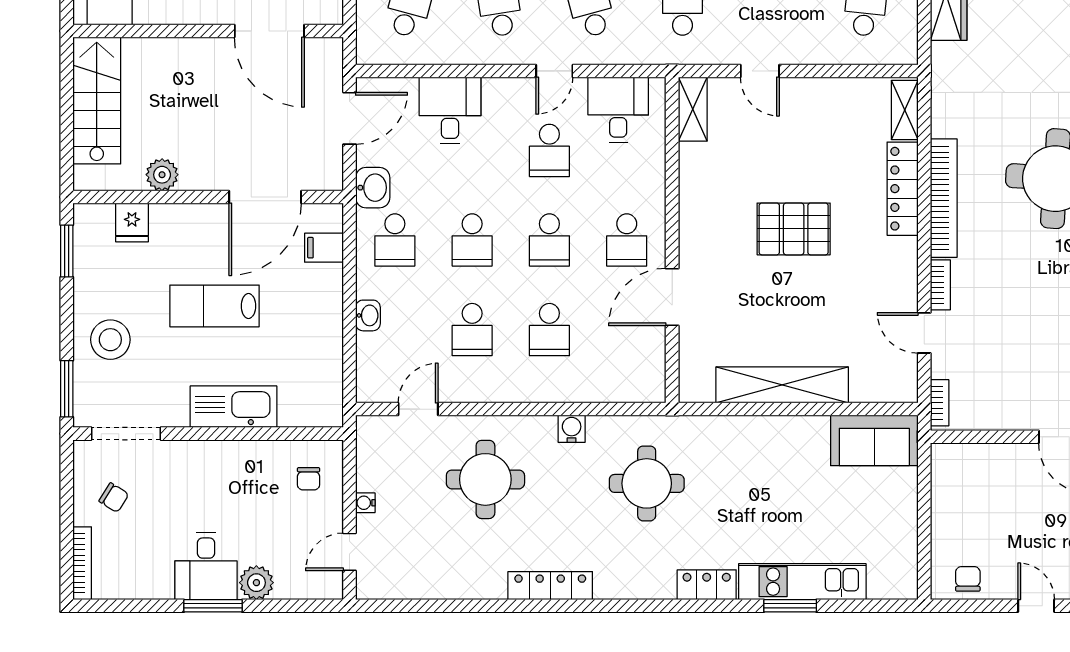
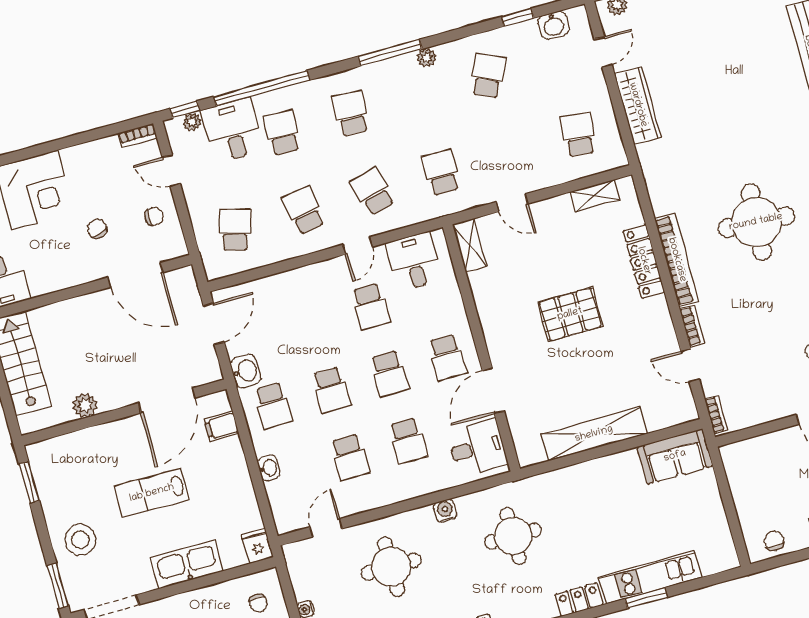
desk: (450, 110) -> (477, 448), moved, turned 90
shelving: (905, 110) -> (595, 196), moved, turned 90
fridge: (132, 223) -> (257, 546), moved, turned 180

